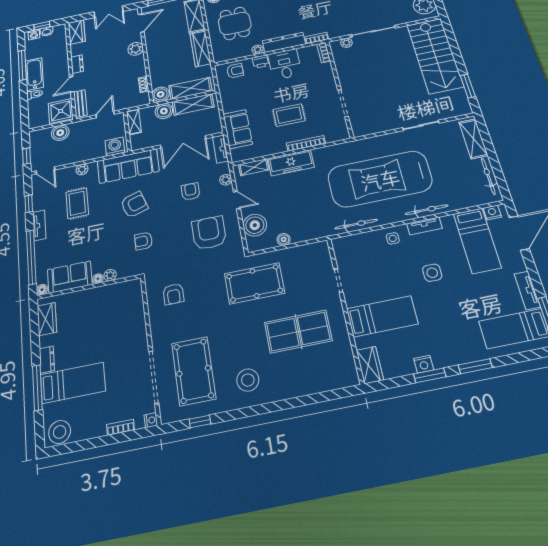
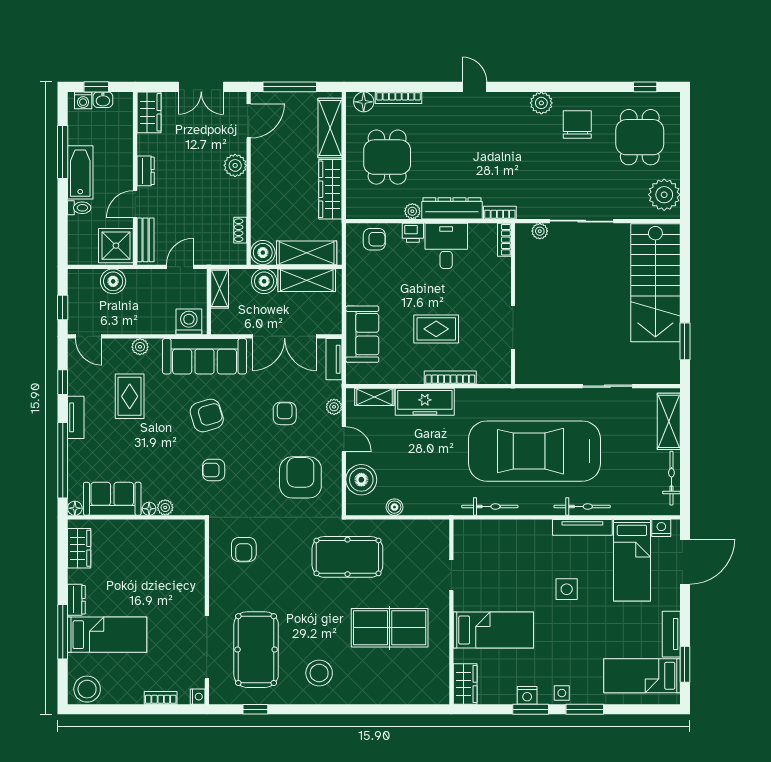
tv unit: (424, 226) -> (582, 527), width x1.41
side table: (393, 238) -> (562, 693), moved

